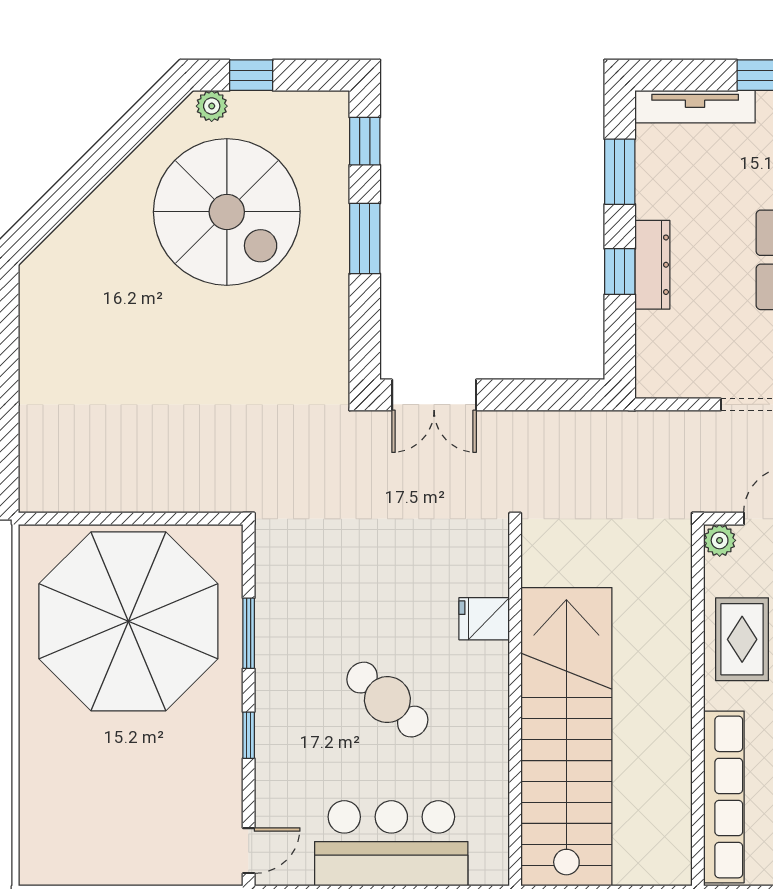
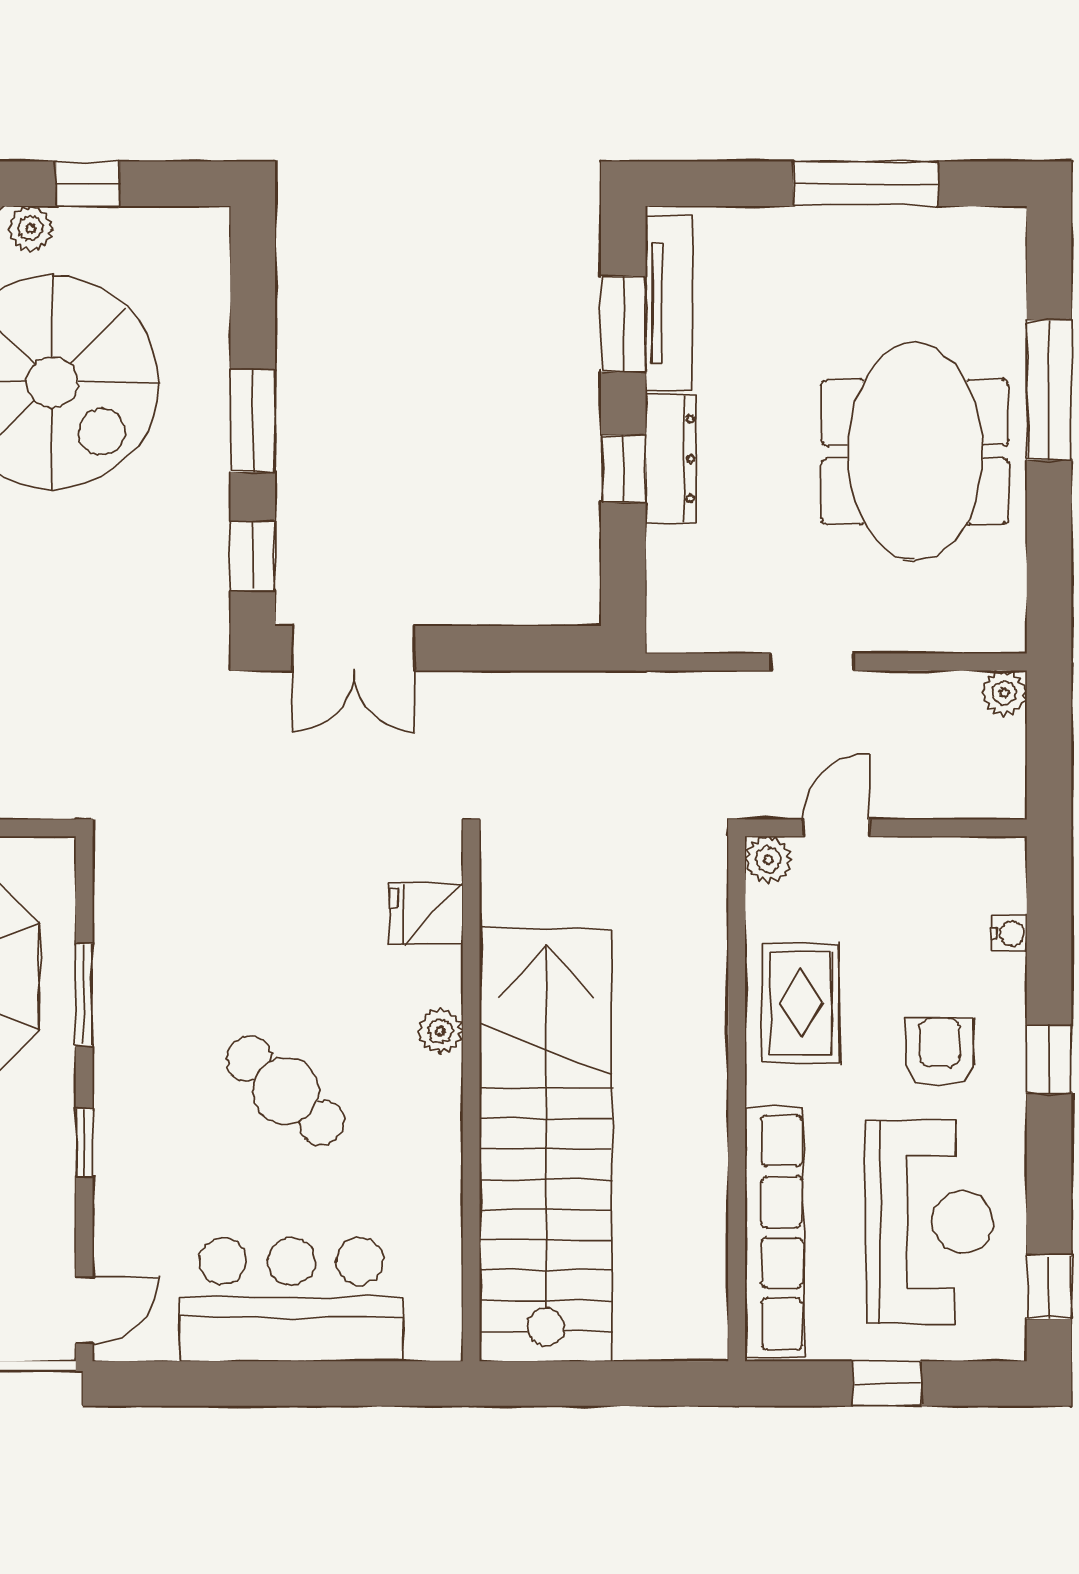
tv unit: (695, 107) -> (669, 303), moved, turned -90
window: (365, 141) -> (253, 556), moved
fridge: (484, 619) -> (426, 914), moved
plant: (494, 658) -> (440, 1031), added

